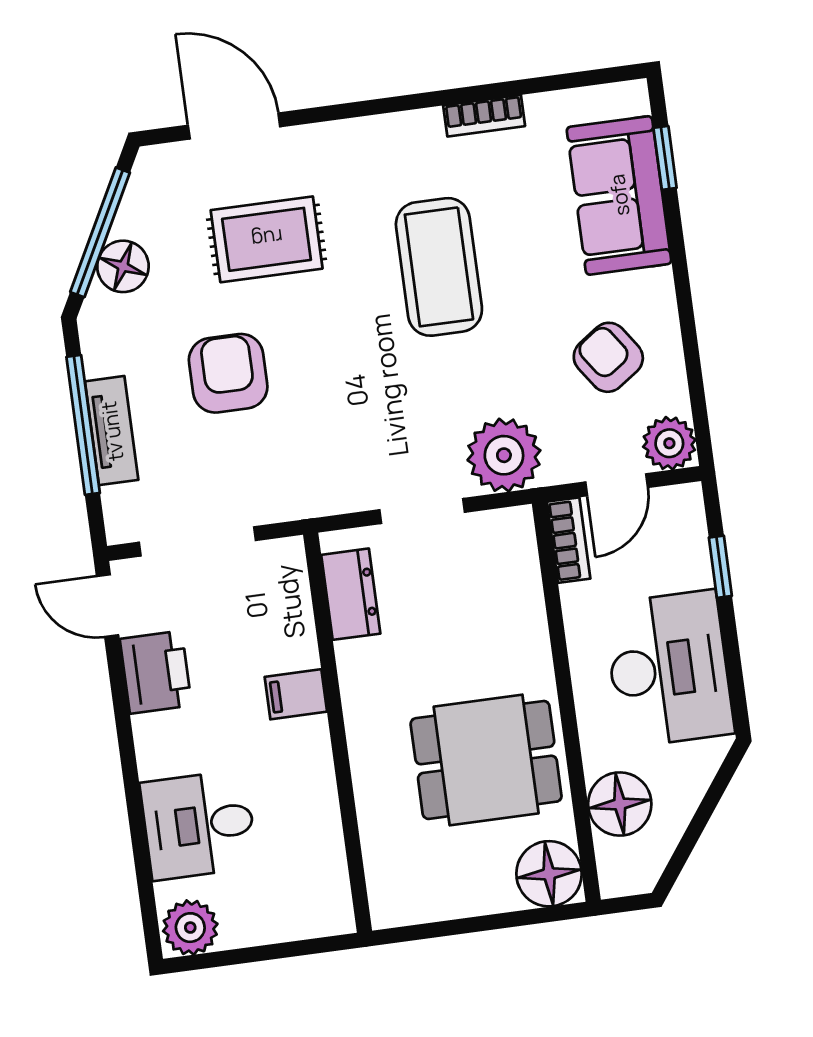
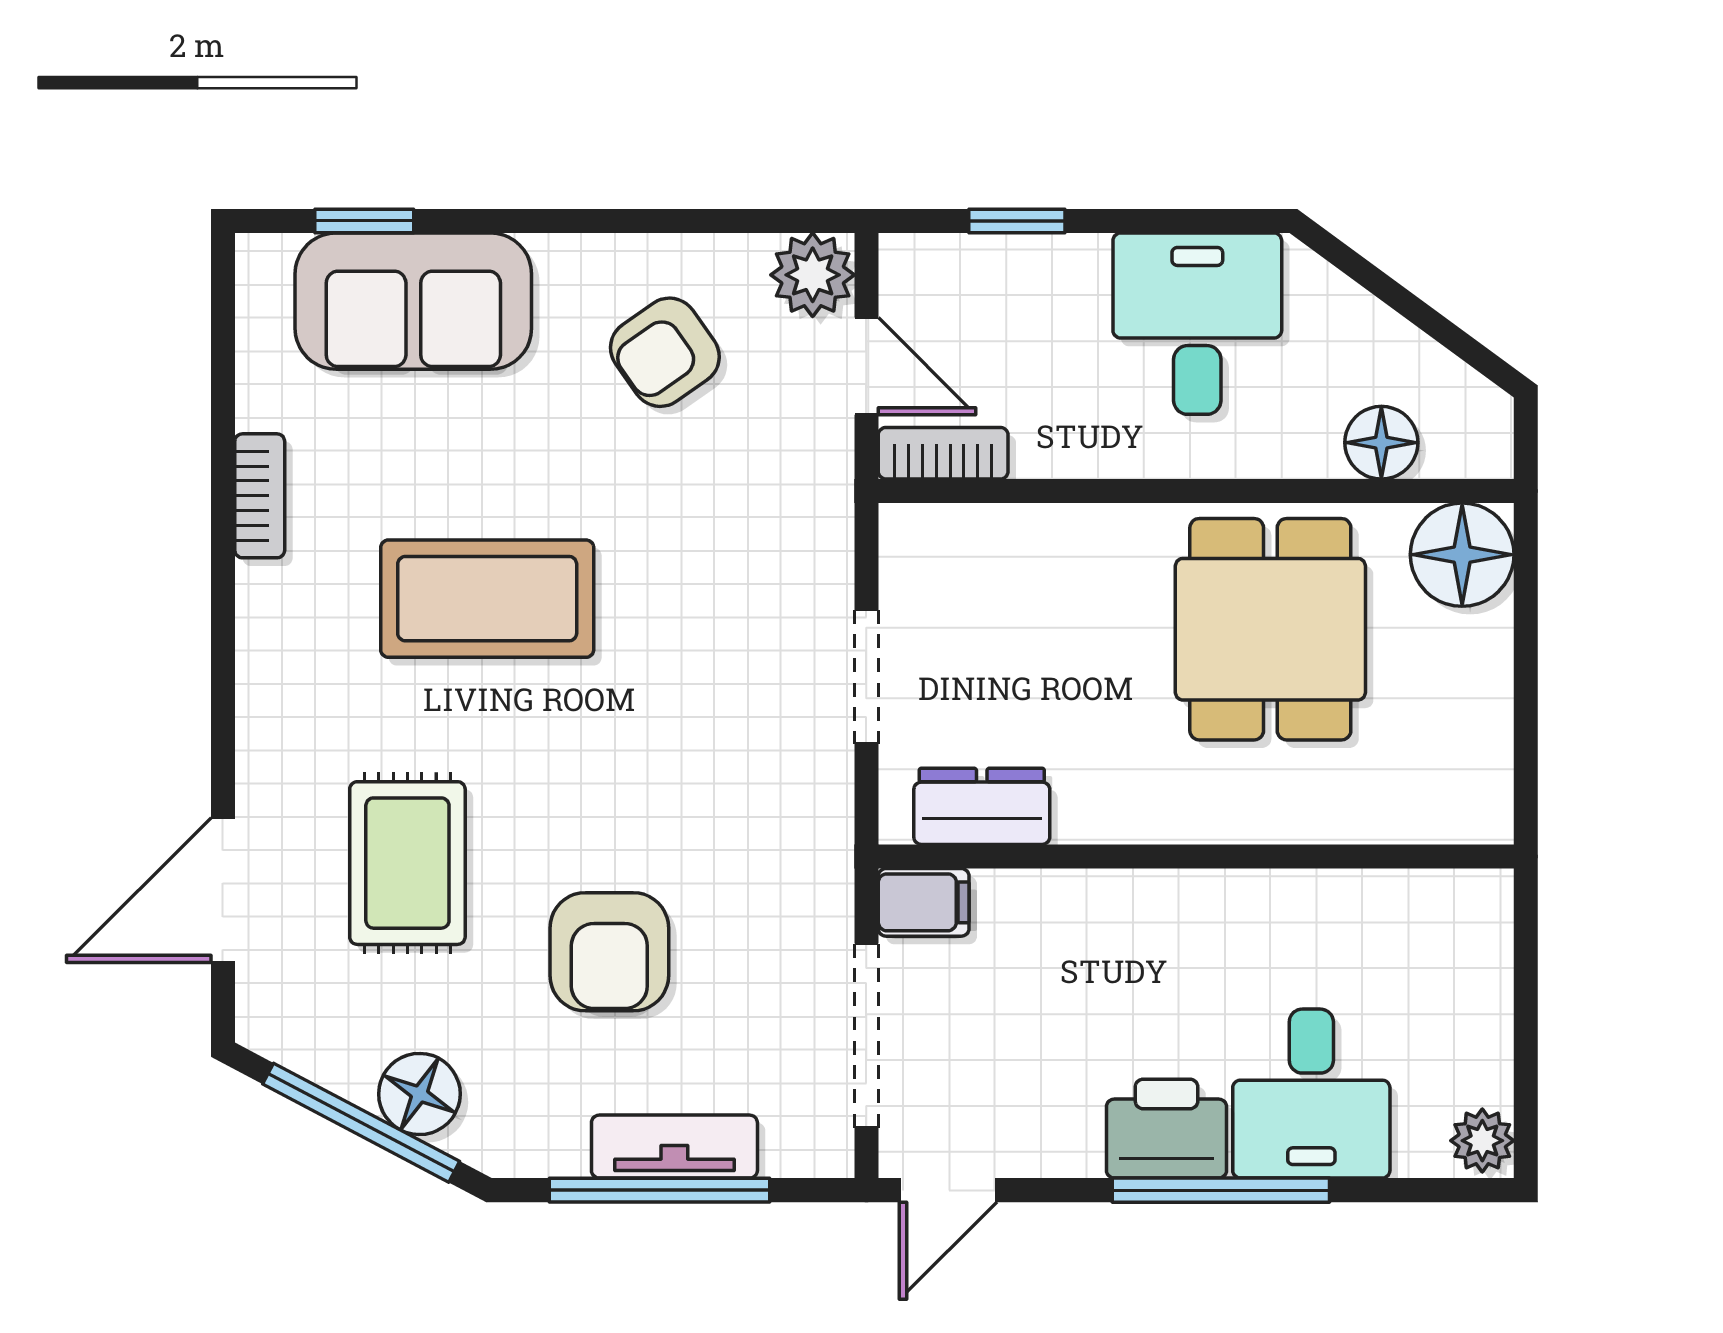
armchair: (228, 373) -> (609, 952), turned -90
plant: (504, 455) -> (796, 537), removed
desk: (669, 669) -> (1197, 324), width x0.73
printer: (156, 672) -> (1167, 1129), moved
filing cabinet: (296, 694) -> (924, 902), moved, turned -90
window: (131, 777) -> (1221, 1190), added
floor lamp: (620, 804) -> (1381, 443), width x0.73, depth x0.73
plant: (190, 928) -> (1482, 1141), width x0.73, depth x0.73

